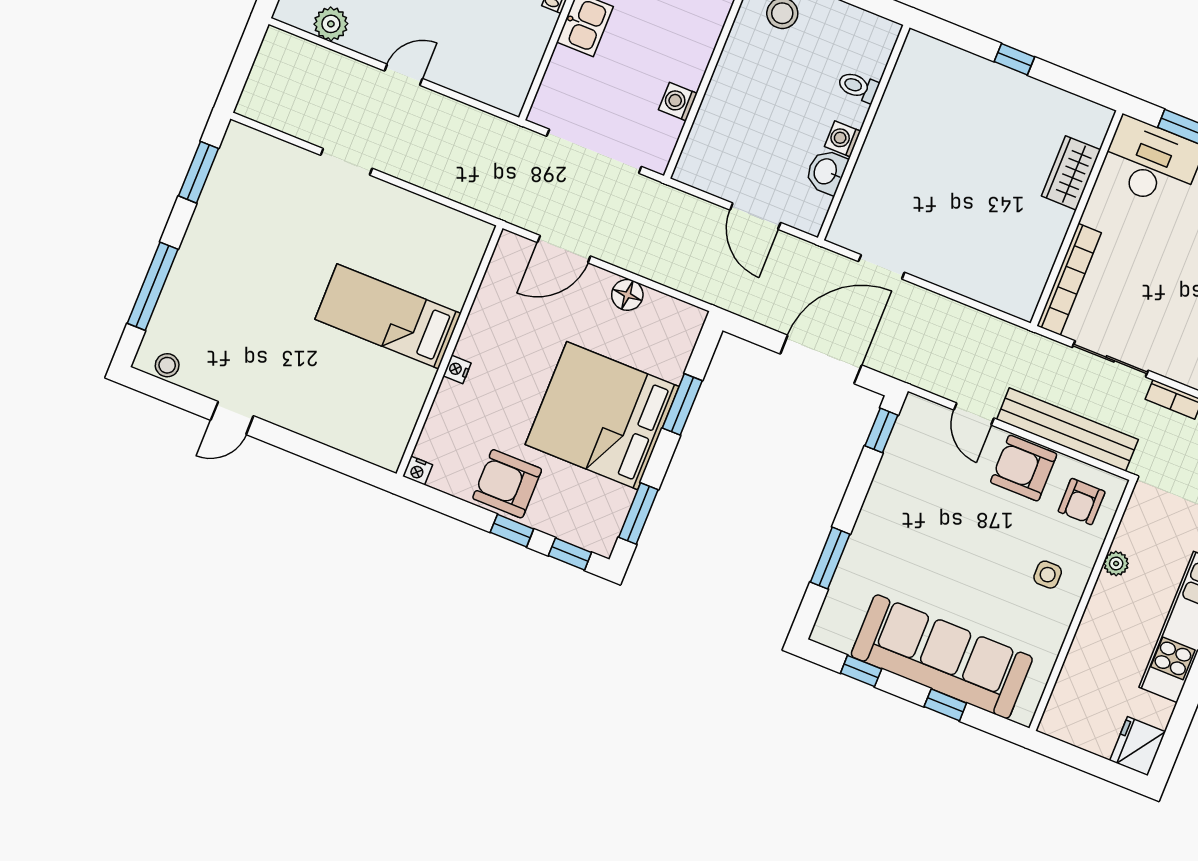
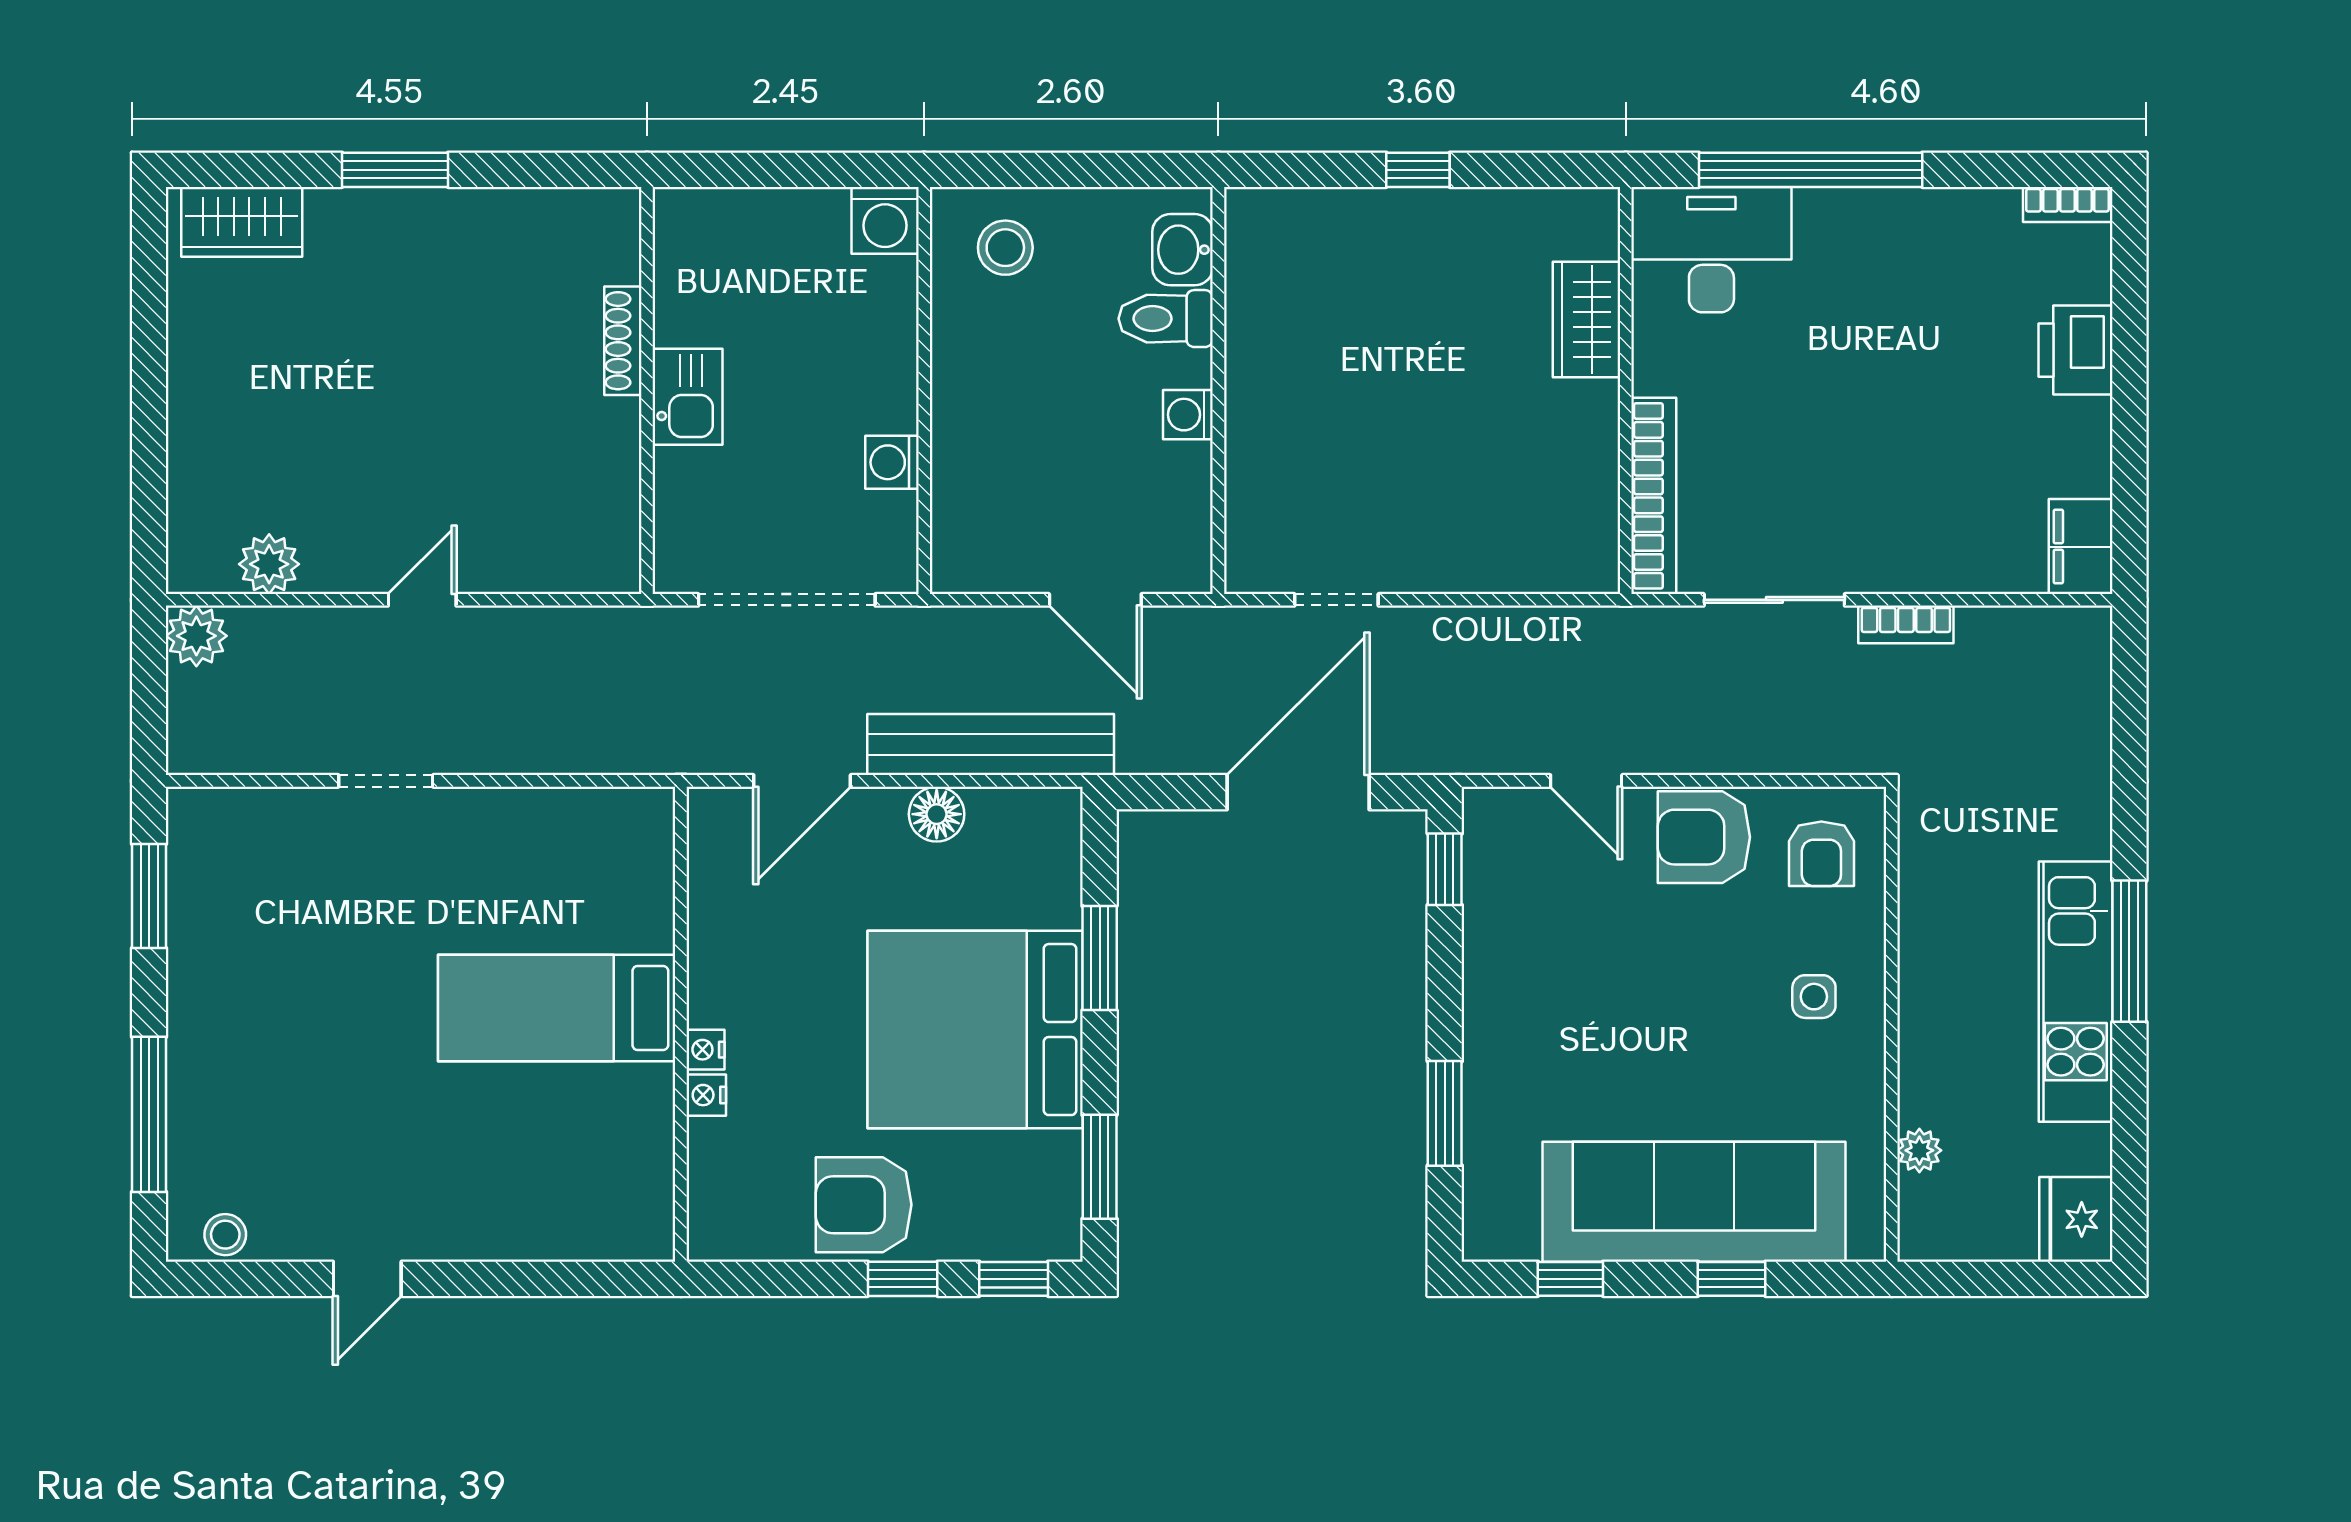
plant: (278, 46) -> (196, 636), added
toilet: (858, 87) -> (1166, 319), width x1.37, depth x1.39
washbasin: (826, 172) -> (1183, 250), moved
bench: (1067, 430) -> (991, 745), moved
nightstand: (418, 470) -> (706, 1095), moved, turned 90
plant: (1116, 563) -> (1919, 1150), moved

